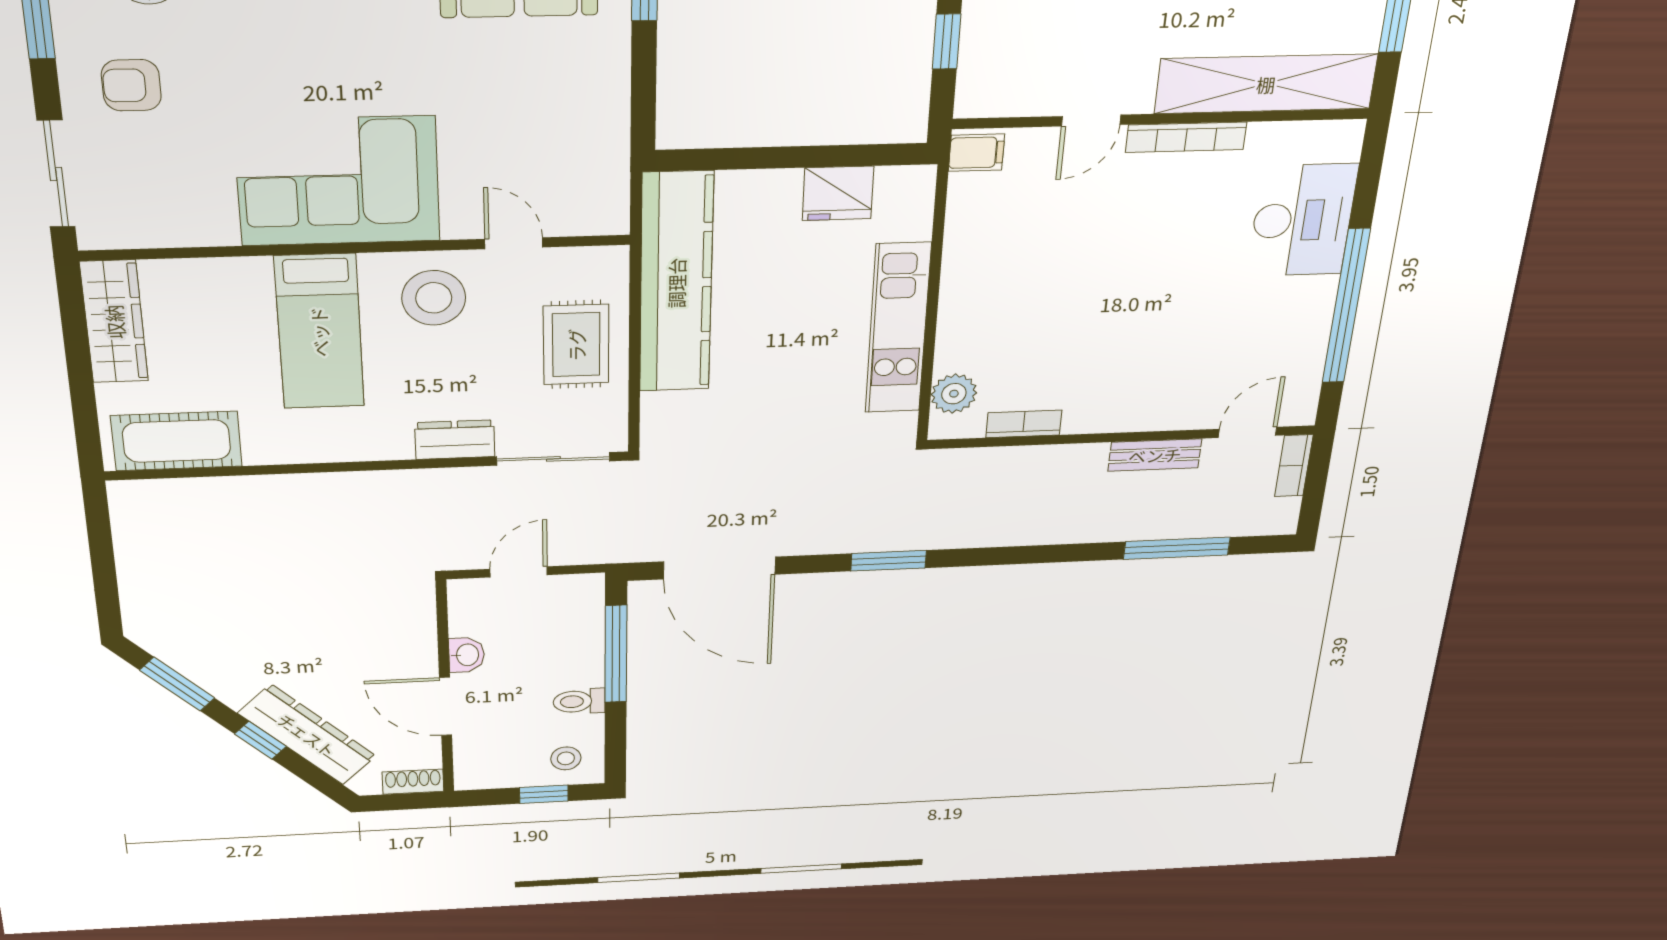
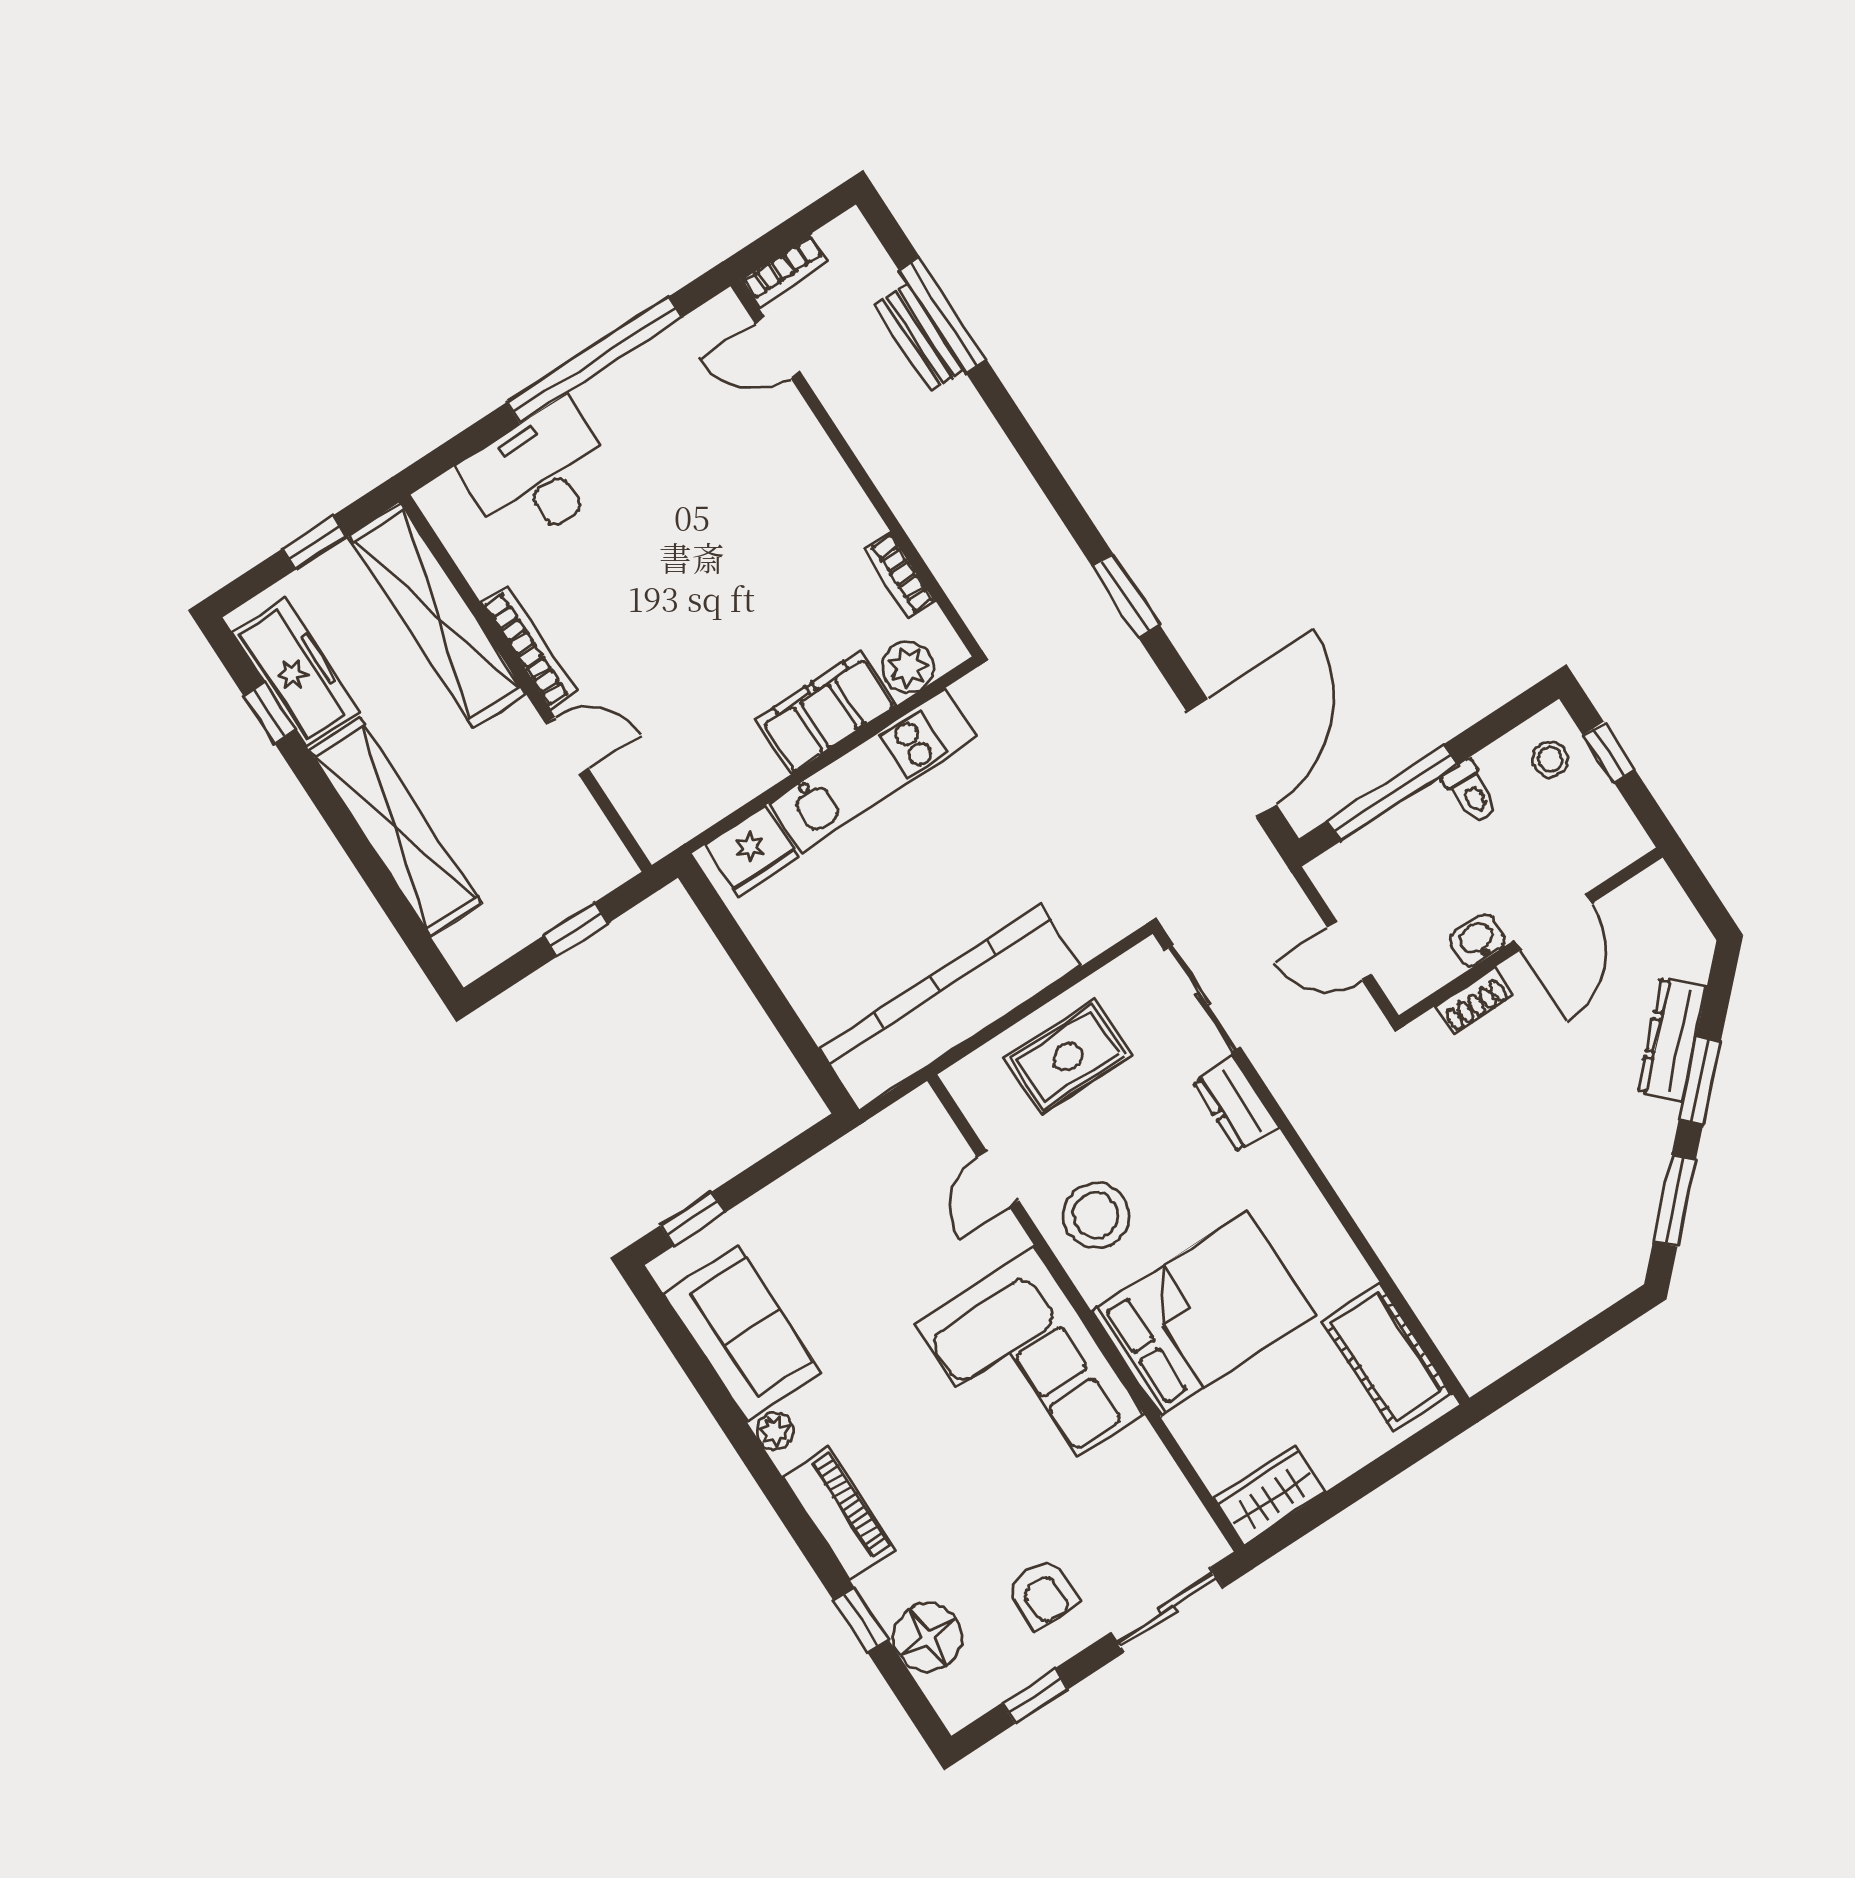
filing cabinet: (976, 153) -> (826, 712), moved, width x3.00, depth x1.17
fridge: (838, 193) -> (752, 851), moved, turned 90
wardrobe: (114, 322) -> (1269, 1495), width x0.67
bed: (319, 332) -> (1204, 1313), width x1.50
bench: (1155, 455) -> (919, 337), moved
dresser: (307, 735) -> (1672, 1039), width x0.73, depth x0.80
window: (260, 740) -> (1700, 1080), width x1.50
shoe rack: (413, 782) -> (1474, 1001), moved, turned -90

